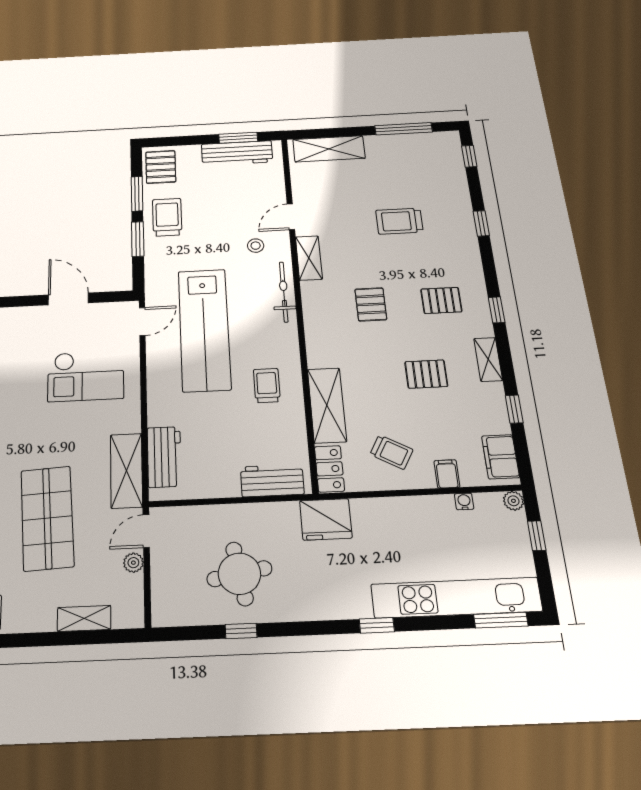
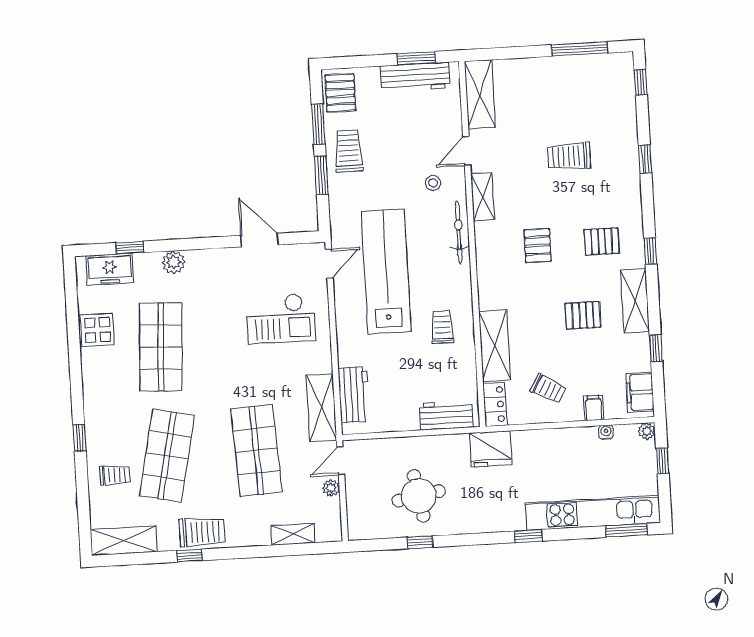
shelving: (329, 149) -> (480, 94), moved, turned 90
lab bench: (204, 329) -> (386, 271), turned 180
shelving: (488, 359) -> (635, 301), width x1.50, depth x1.33

